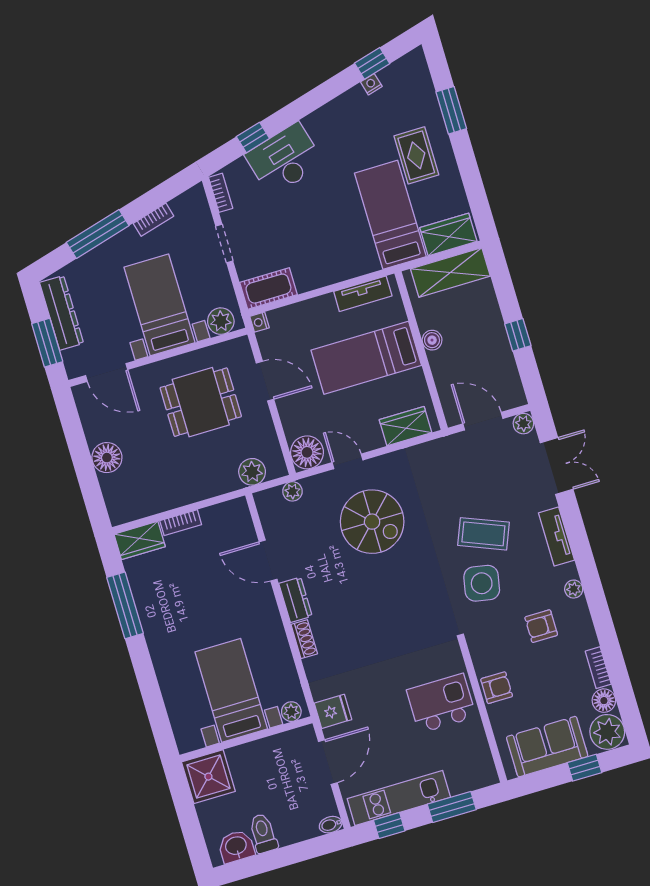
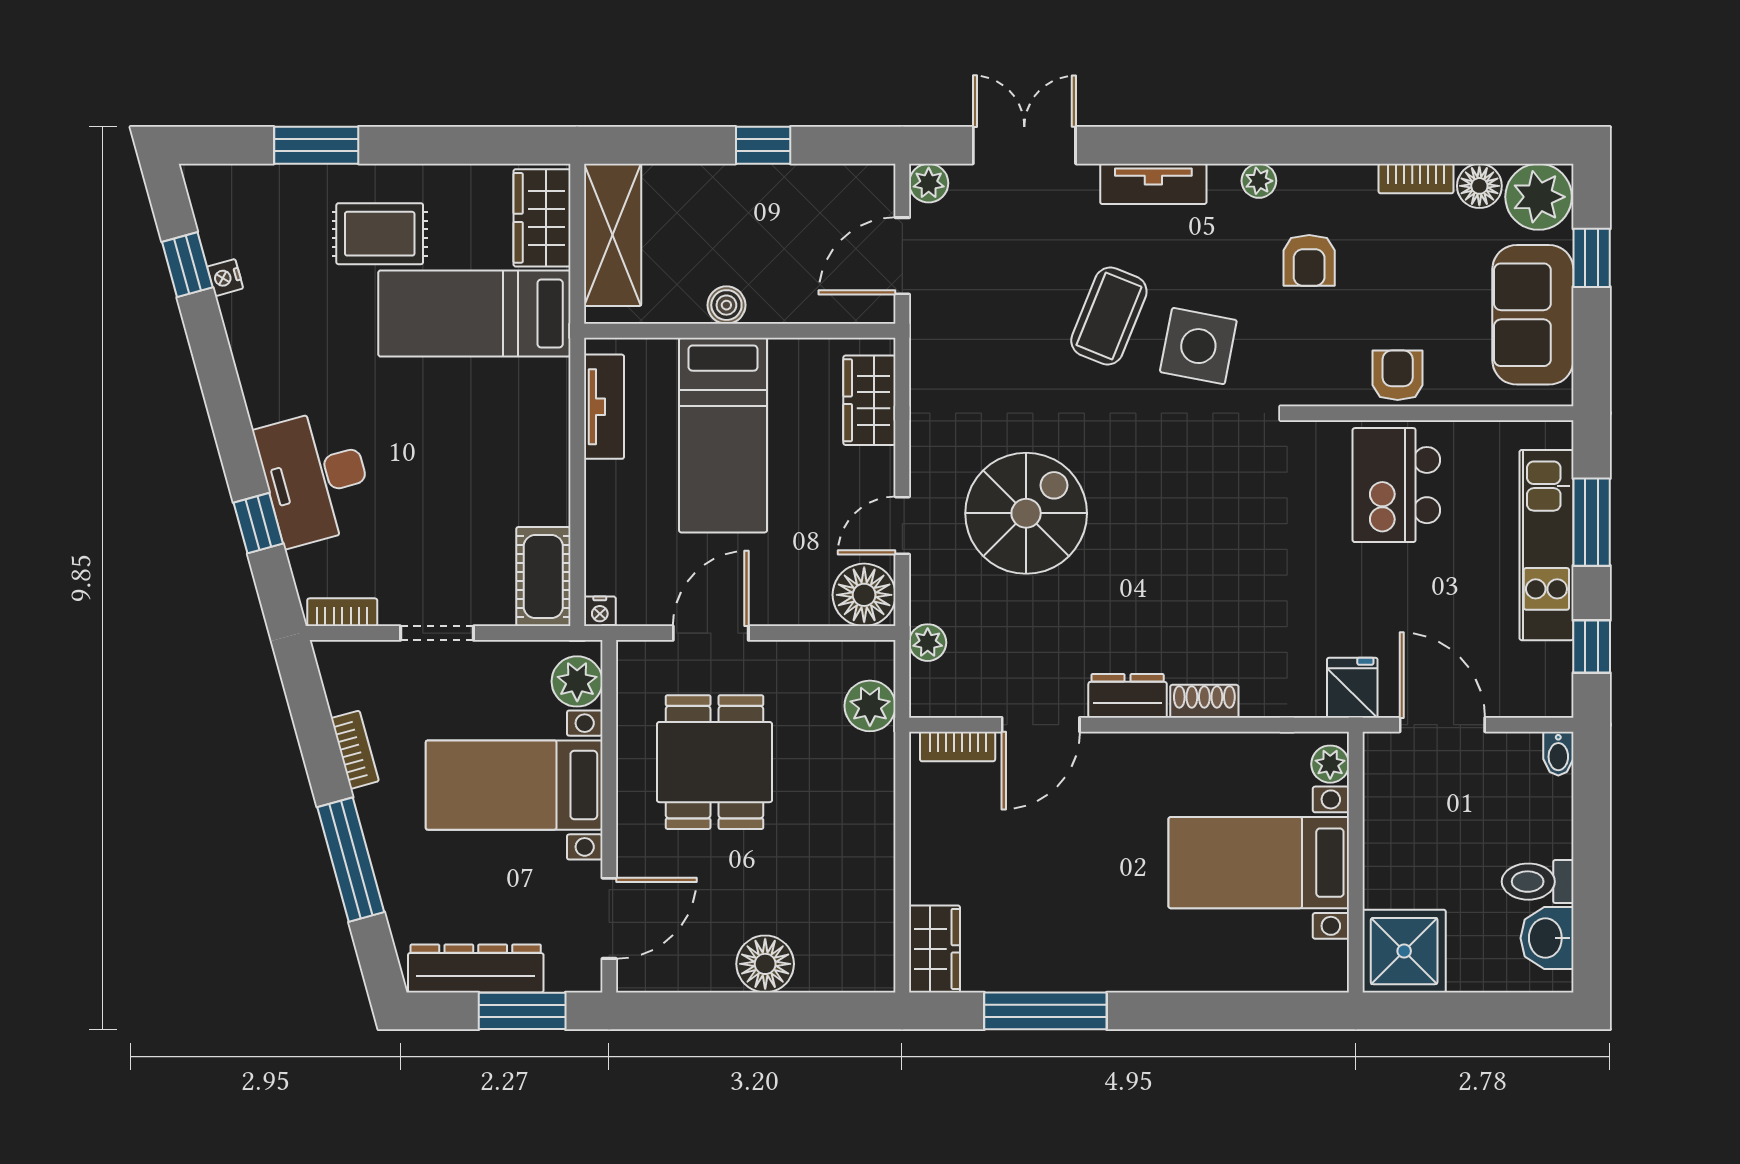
bookcase: (181, 523) -> (958, 747), moved, turned 90
kitchen unit: (399, 798) -> (1546, 545), moved

